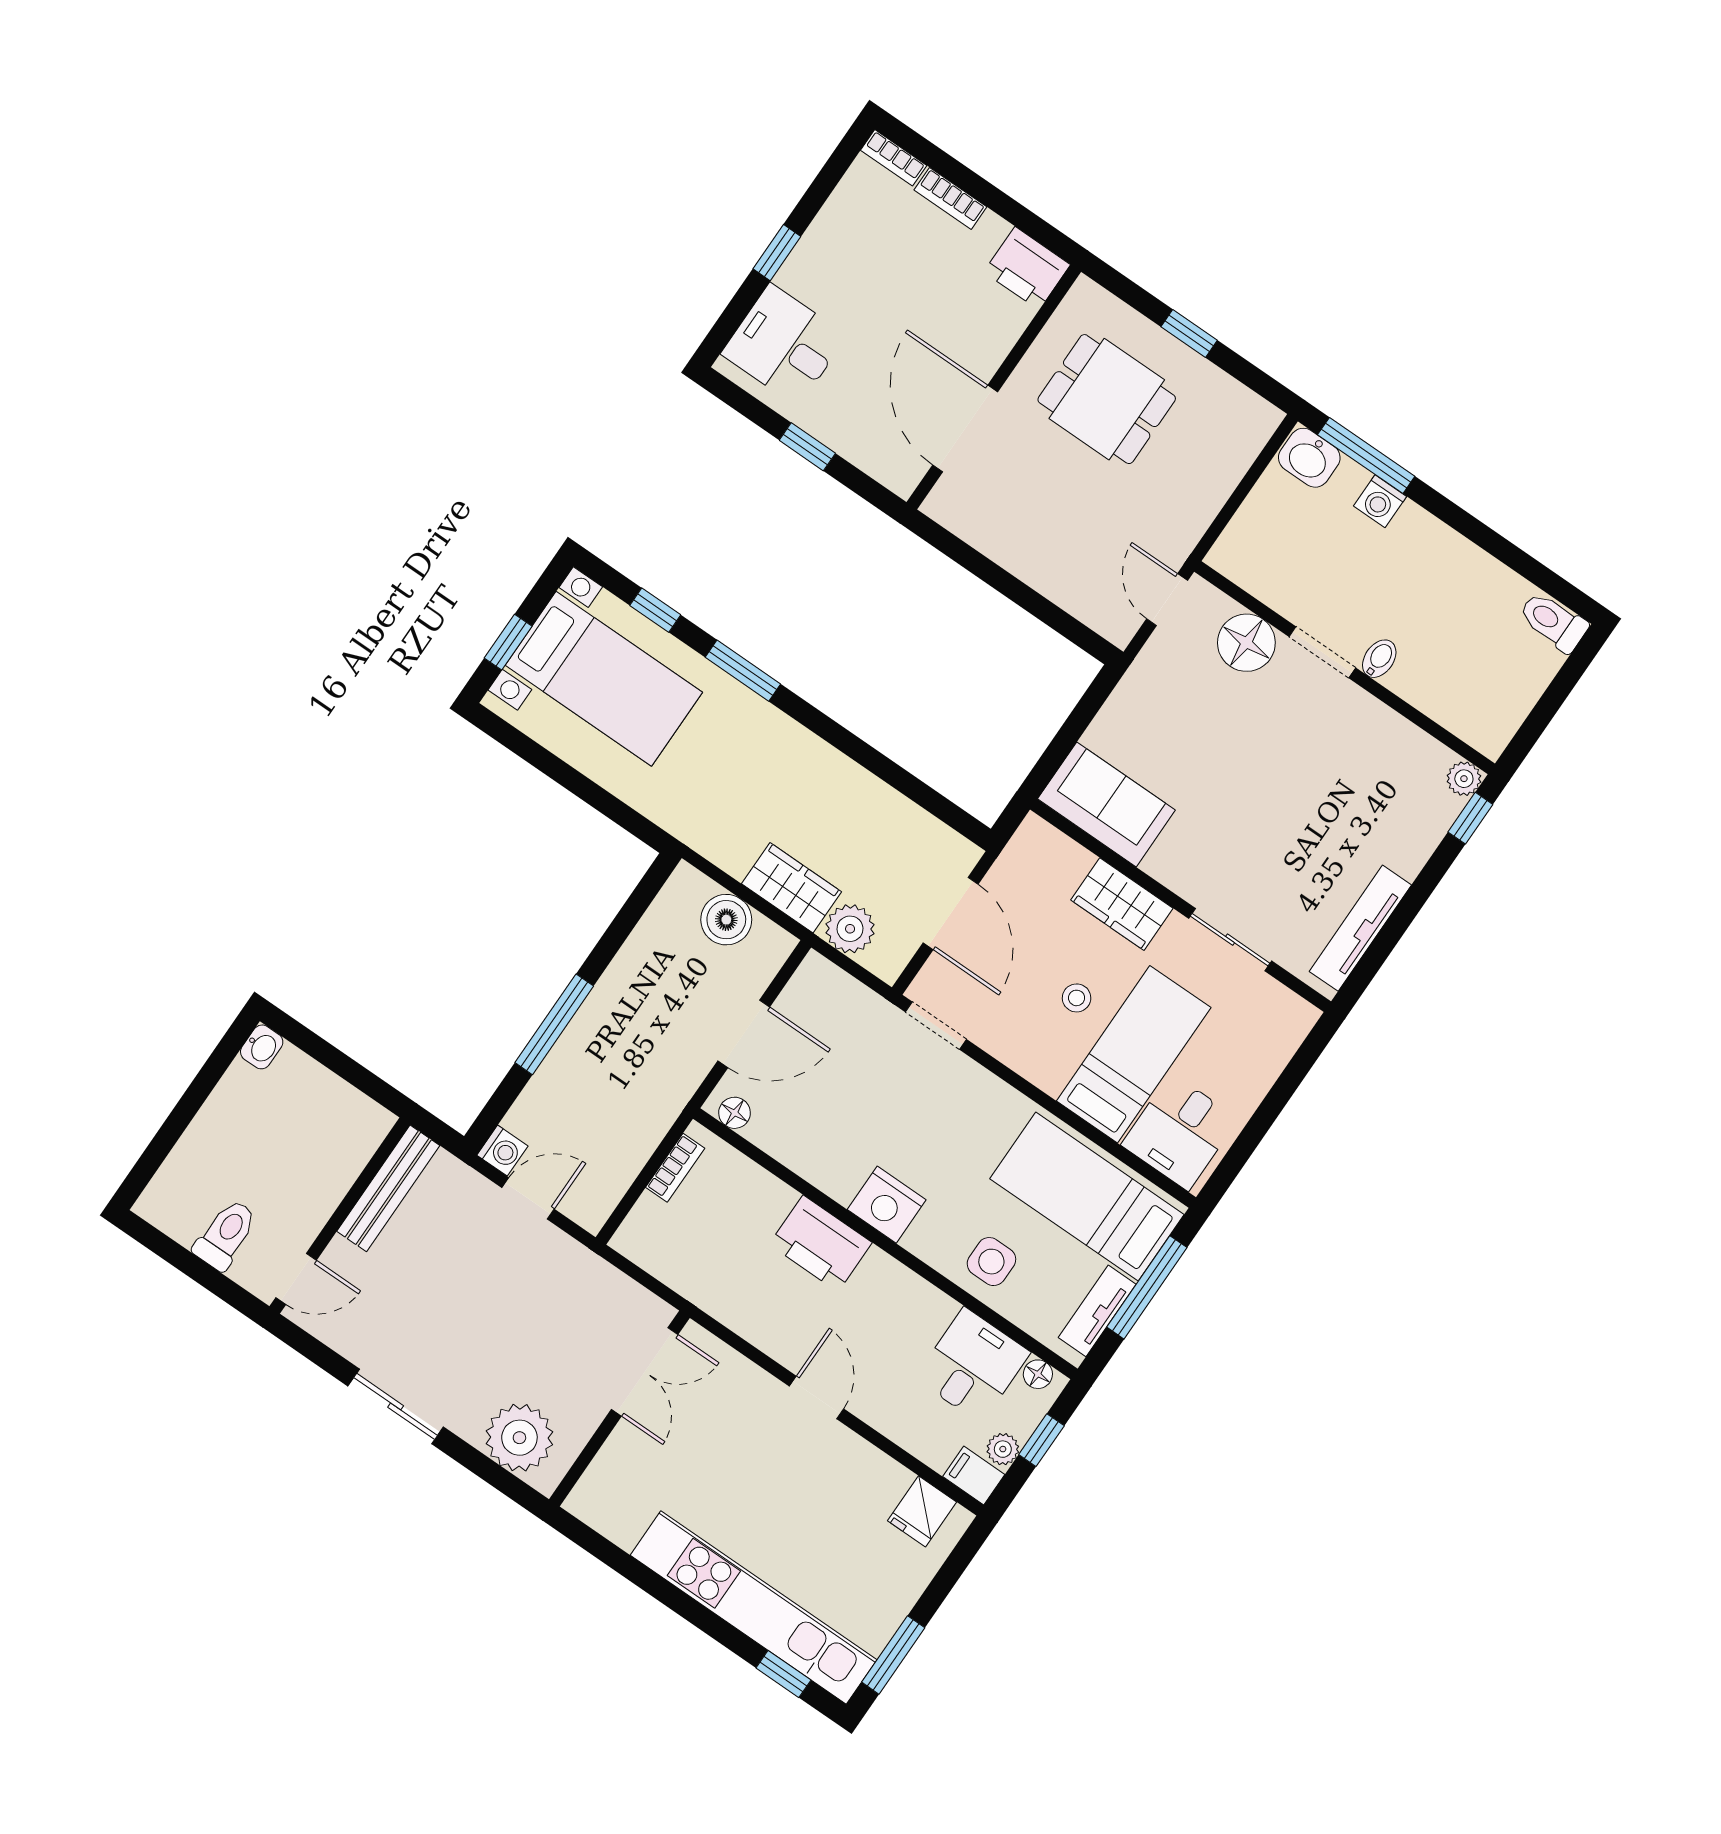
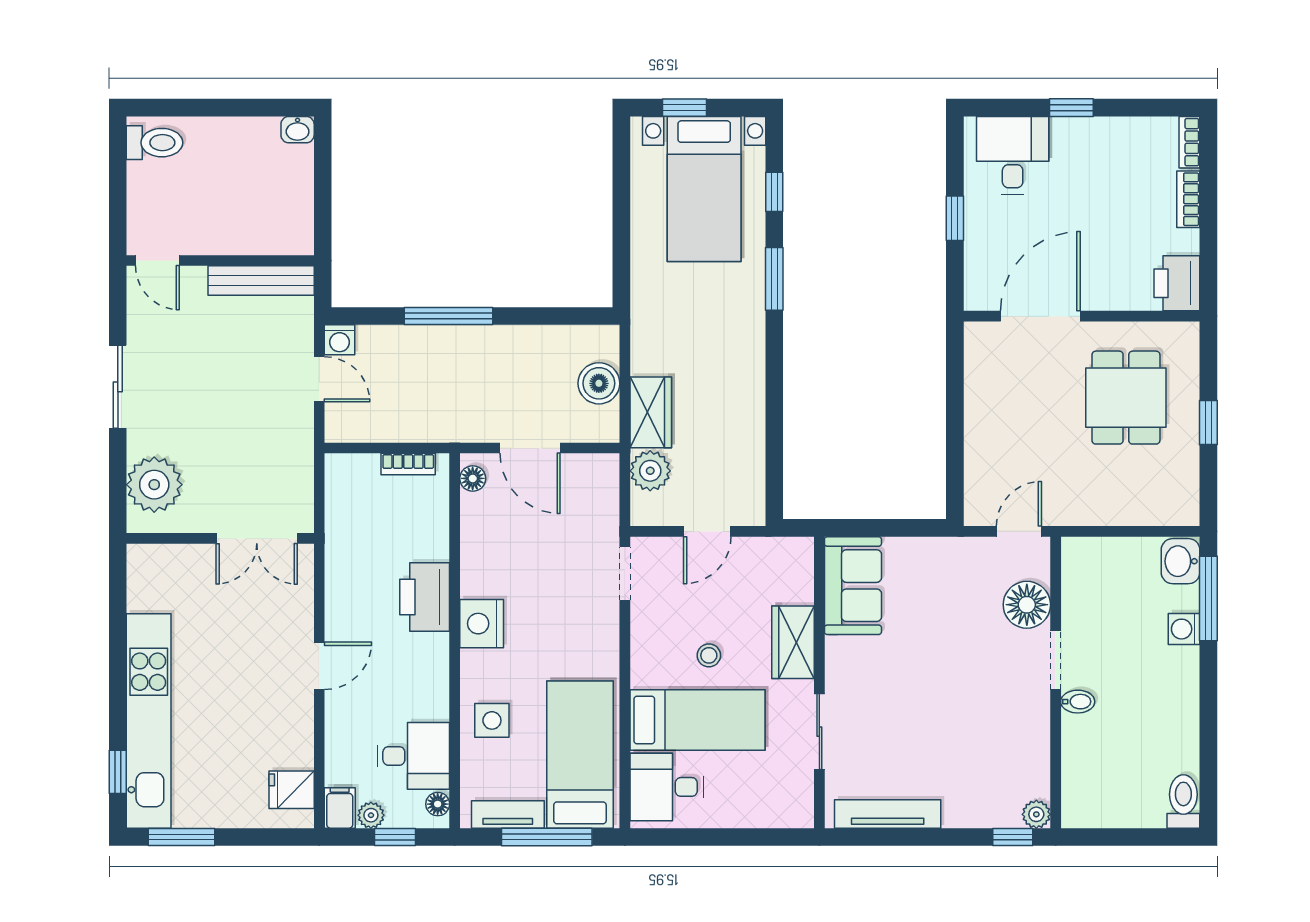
door: (951, 913) -> (707, 531), width x0.73
toilet: (226, 1235) -> (155, 143), moved

